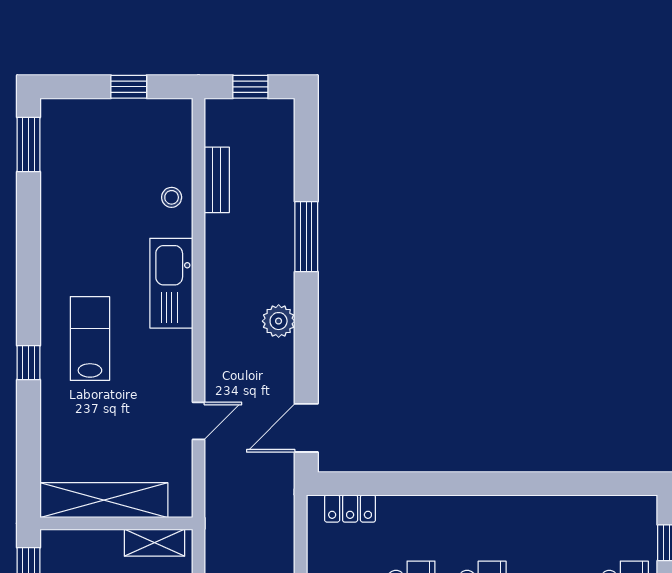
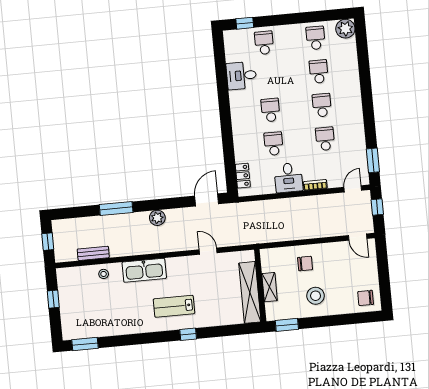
door: (306, 428) -> (207, 200), swing flipped
desk: (560, 525) -> (241, 76), added
shelving: (154, 543) -> (270, 287), moved

